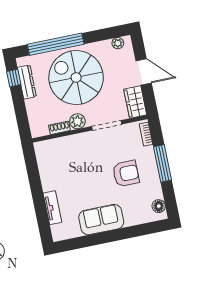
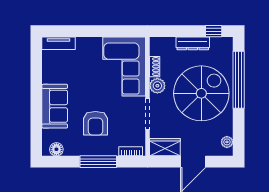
dresser: (27, 82) -> (193, 43), moved
corner sofa: (66, 157) -> (124, 67), added
tv unit: (52, 208) -> (58, 43), moved
sofa: (101, 220) -> (55, 106), moved

